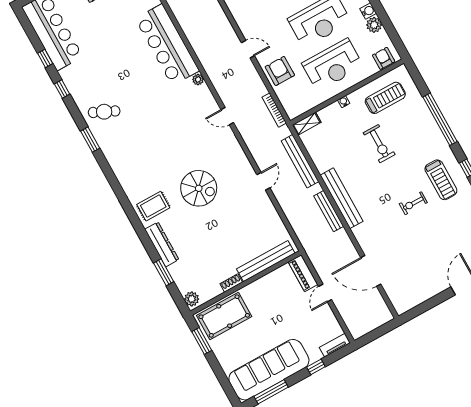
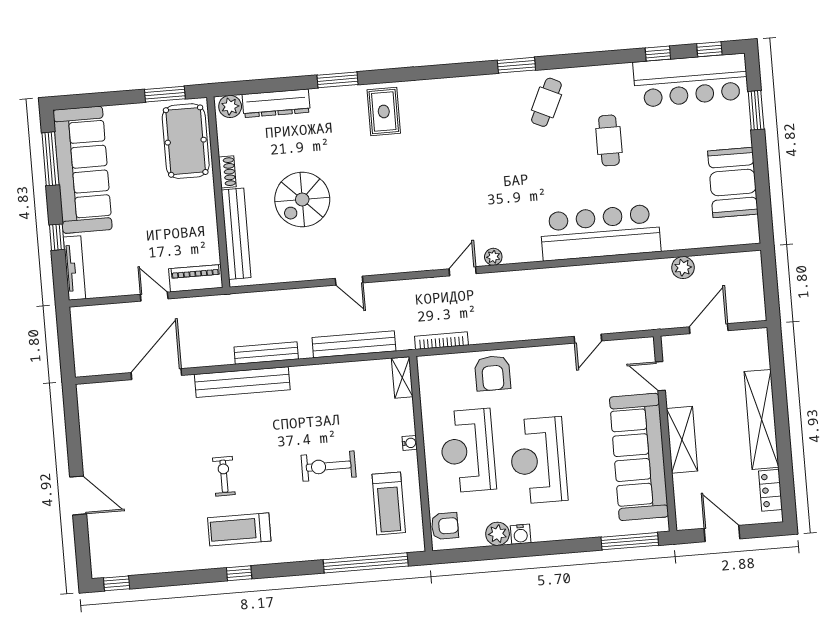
door: (248, 49) -> (588, 339), moved
cafe table: (110, 64) -> (609, 140), added
armchair: (280, 71) -> (493, 373), turned 90
plant: (198, 79) -> (493, 257), moved
window: (62, 89) -> (709, 49), moved
window: (440, 119) -> (366, 563), moved
spiral stairs: (199, 188) -> (302, 199), moved
bench: (342, 198) -> (242, 382), moved
dresser: (162, 244) -> (276, 103), moved
window: (164, 272) -> (338, 80), moved
tv unit: (335, 345) -> (75, 268), width x1.41

